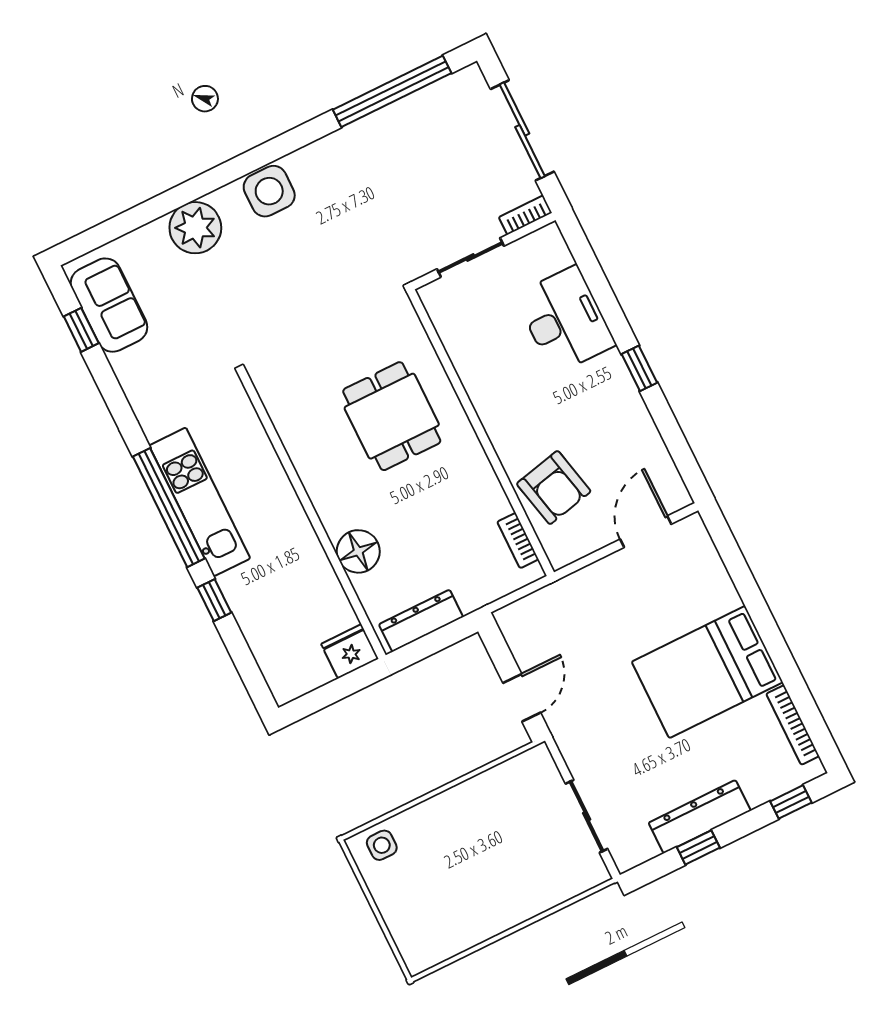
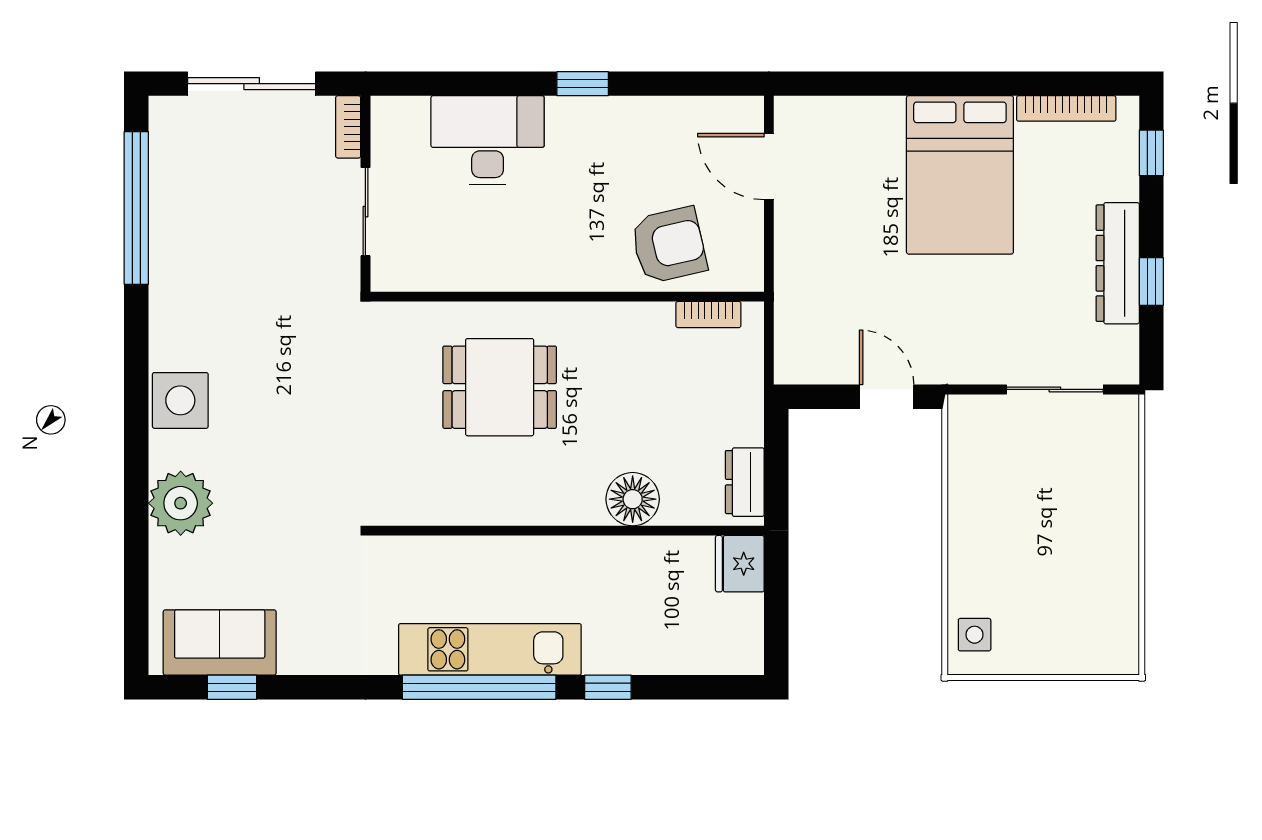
dresser: (421, 621) -> (745, 482), width x0.70

